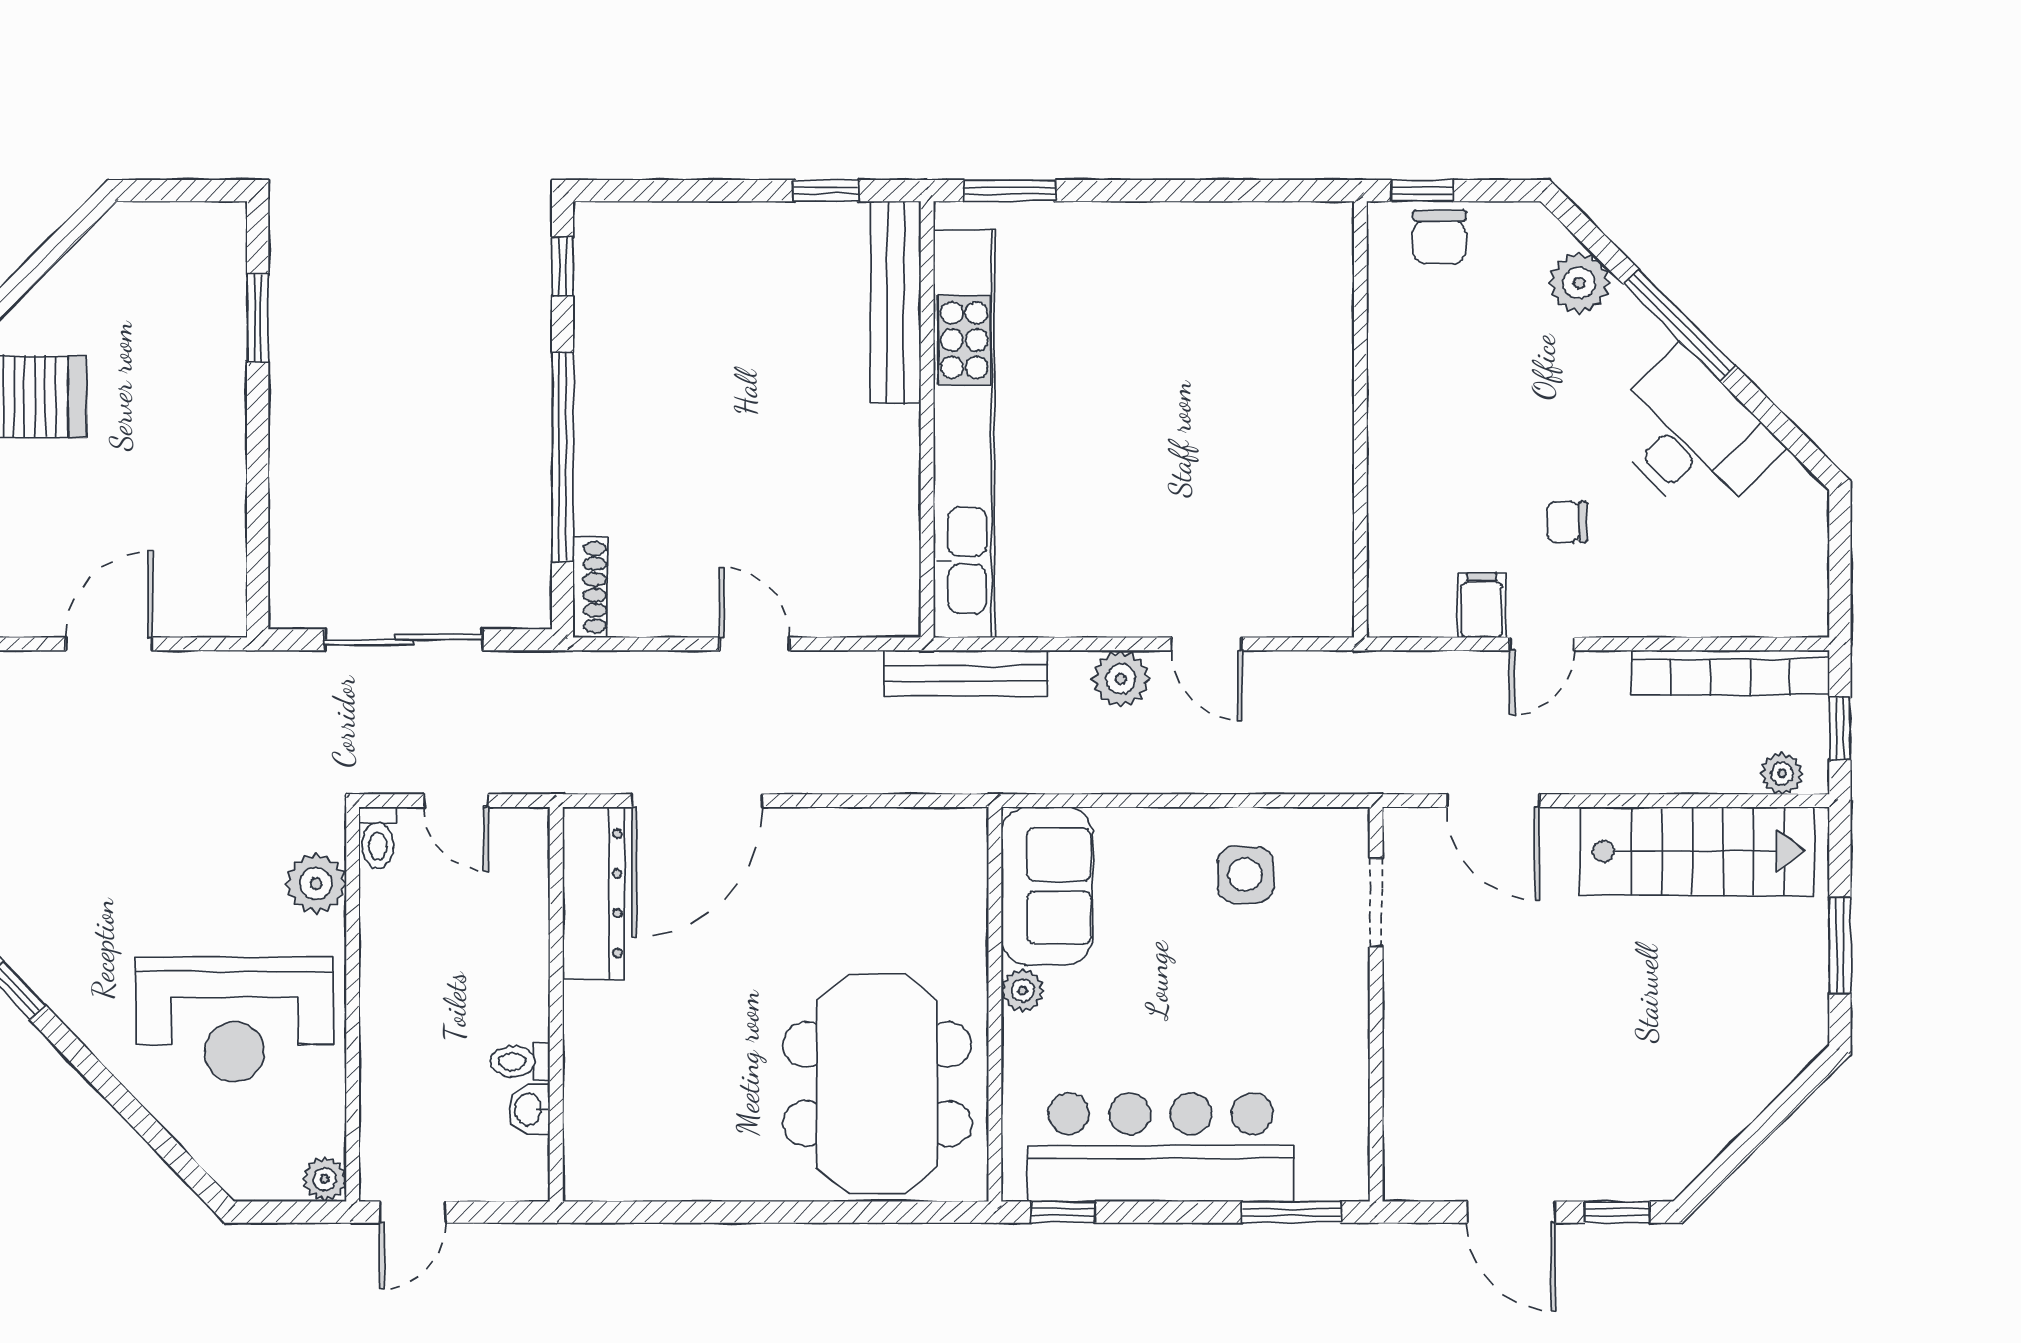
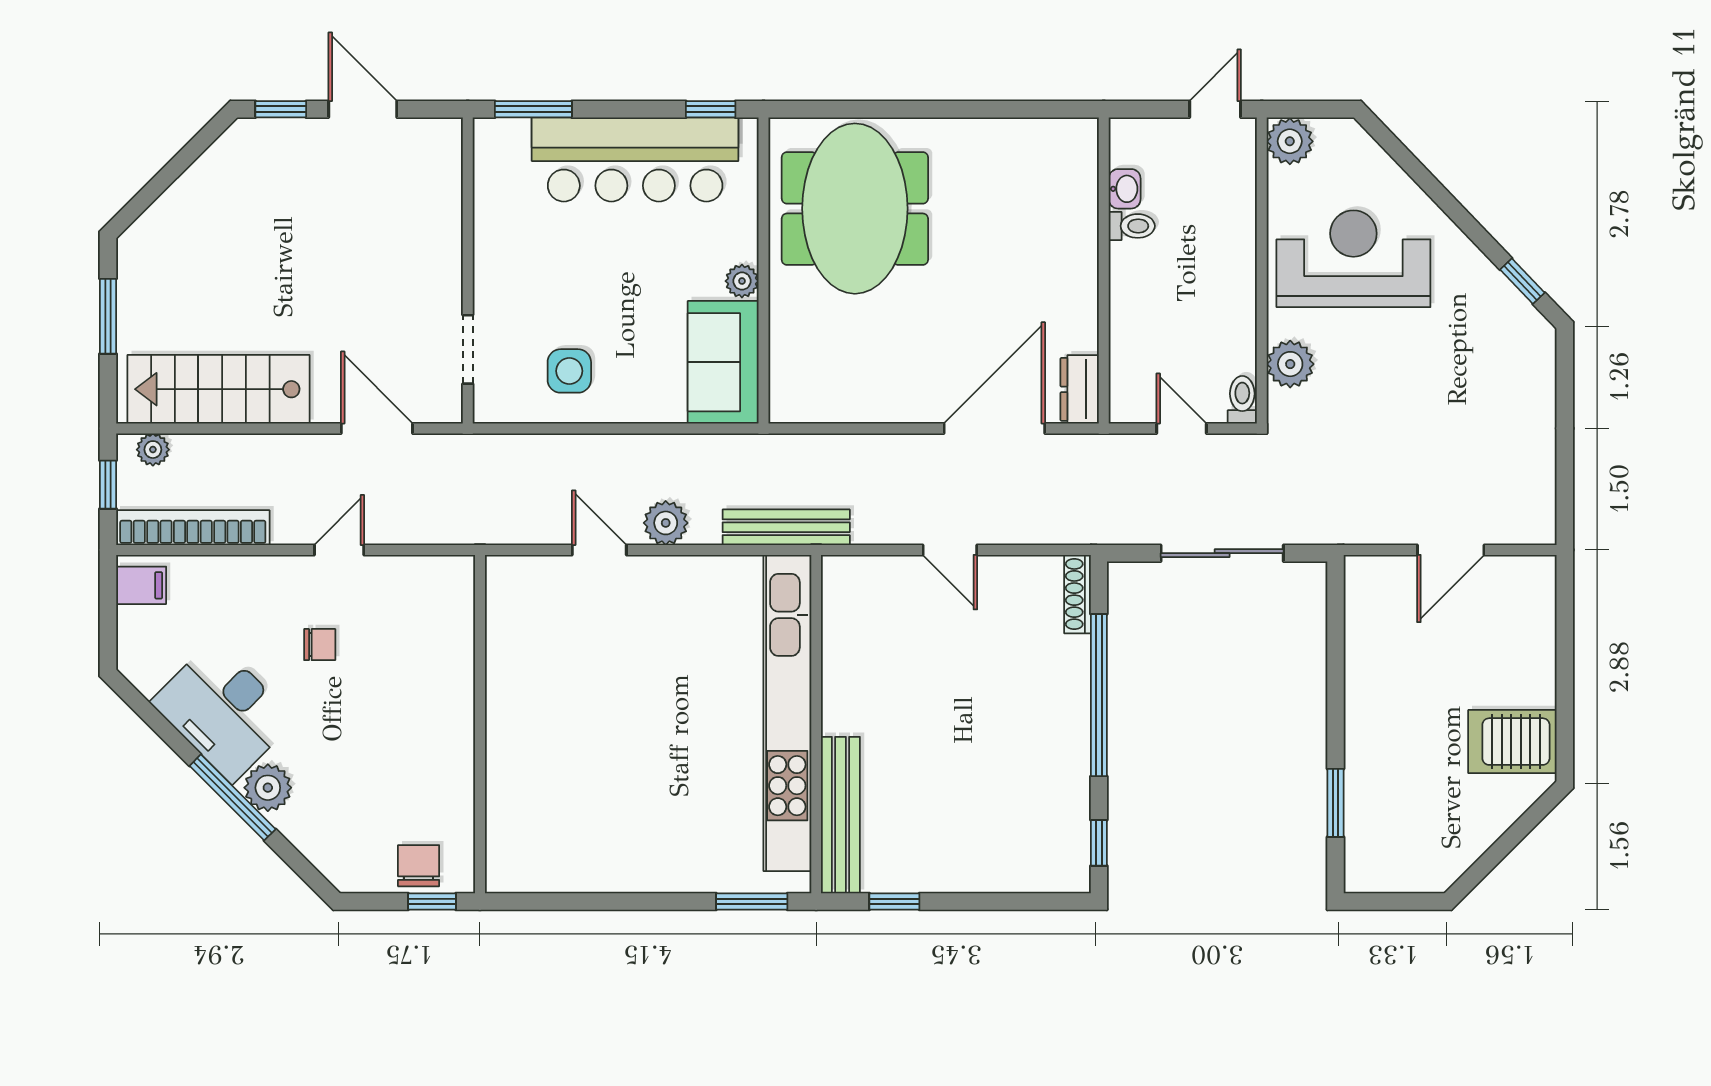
plant: (1579, 283) -> (268, 788), moved
filing cabinet: (1482, 605) -> (141, 585), moved, turned -90
dresser: (593, 893) -> (1080, 389), width x0.51, depth x0.80
plant: (325, 1179) -> (1290, 141), width x1.38, depth x1.38

